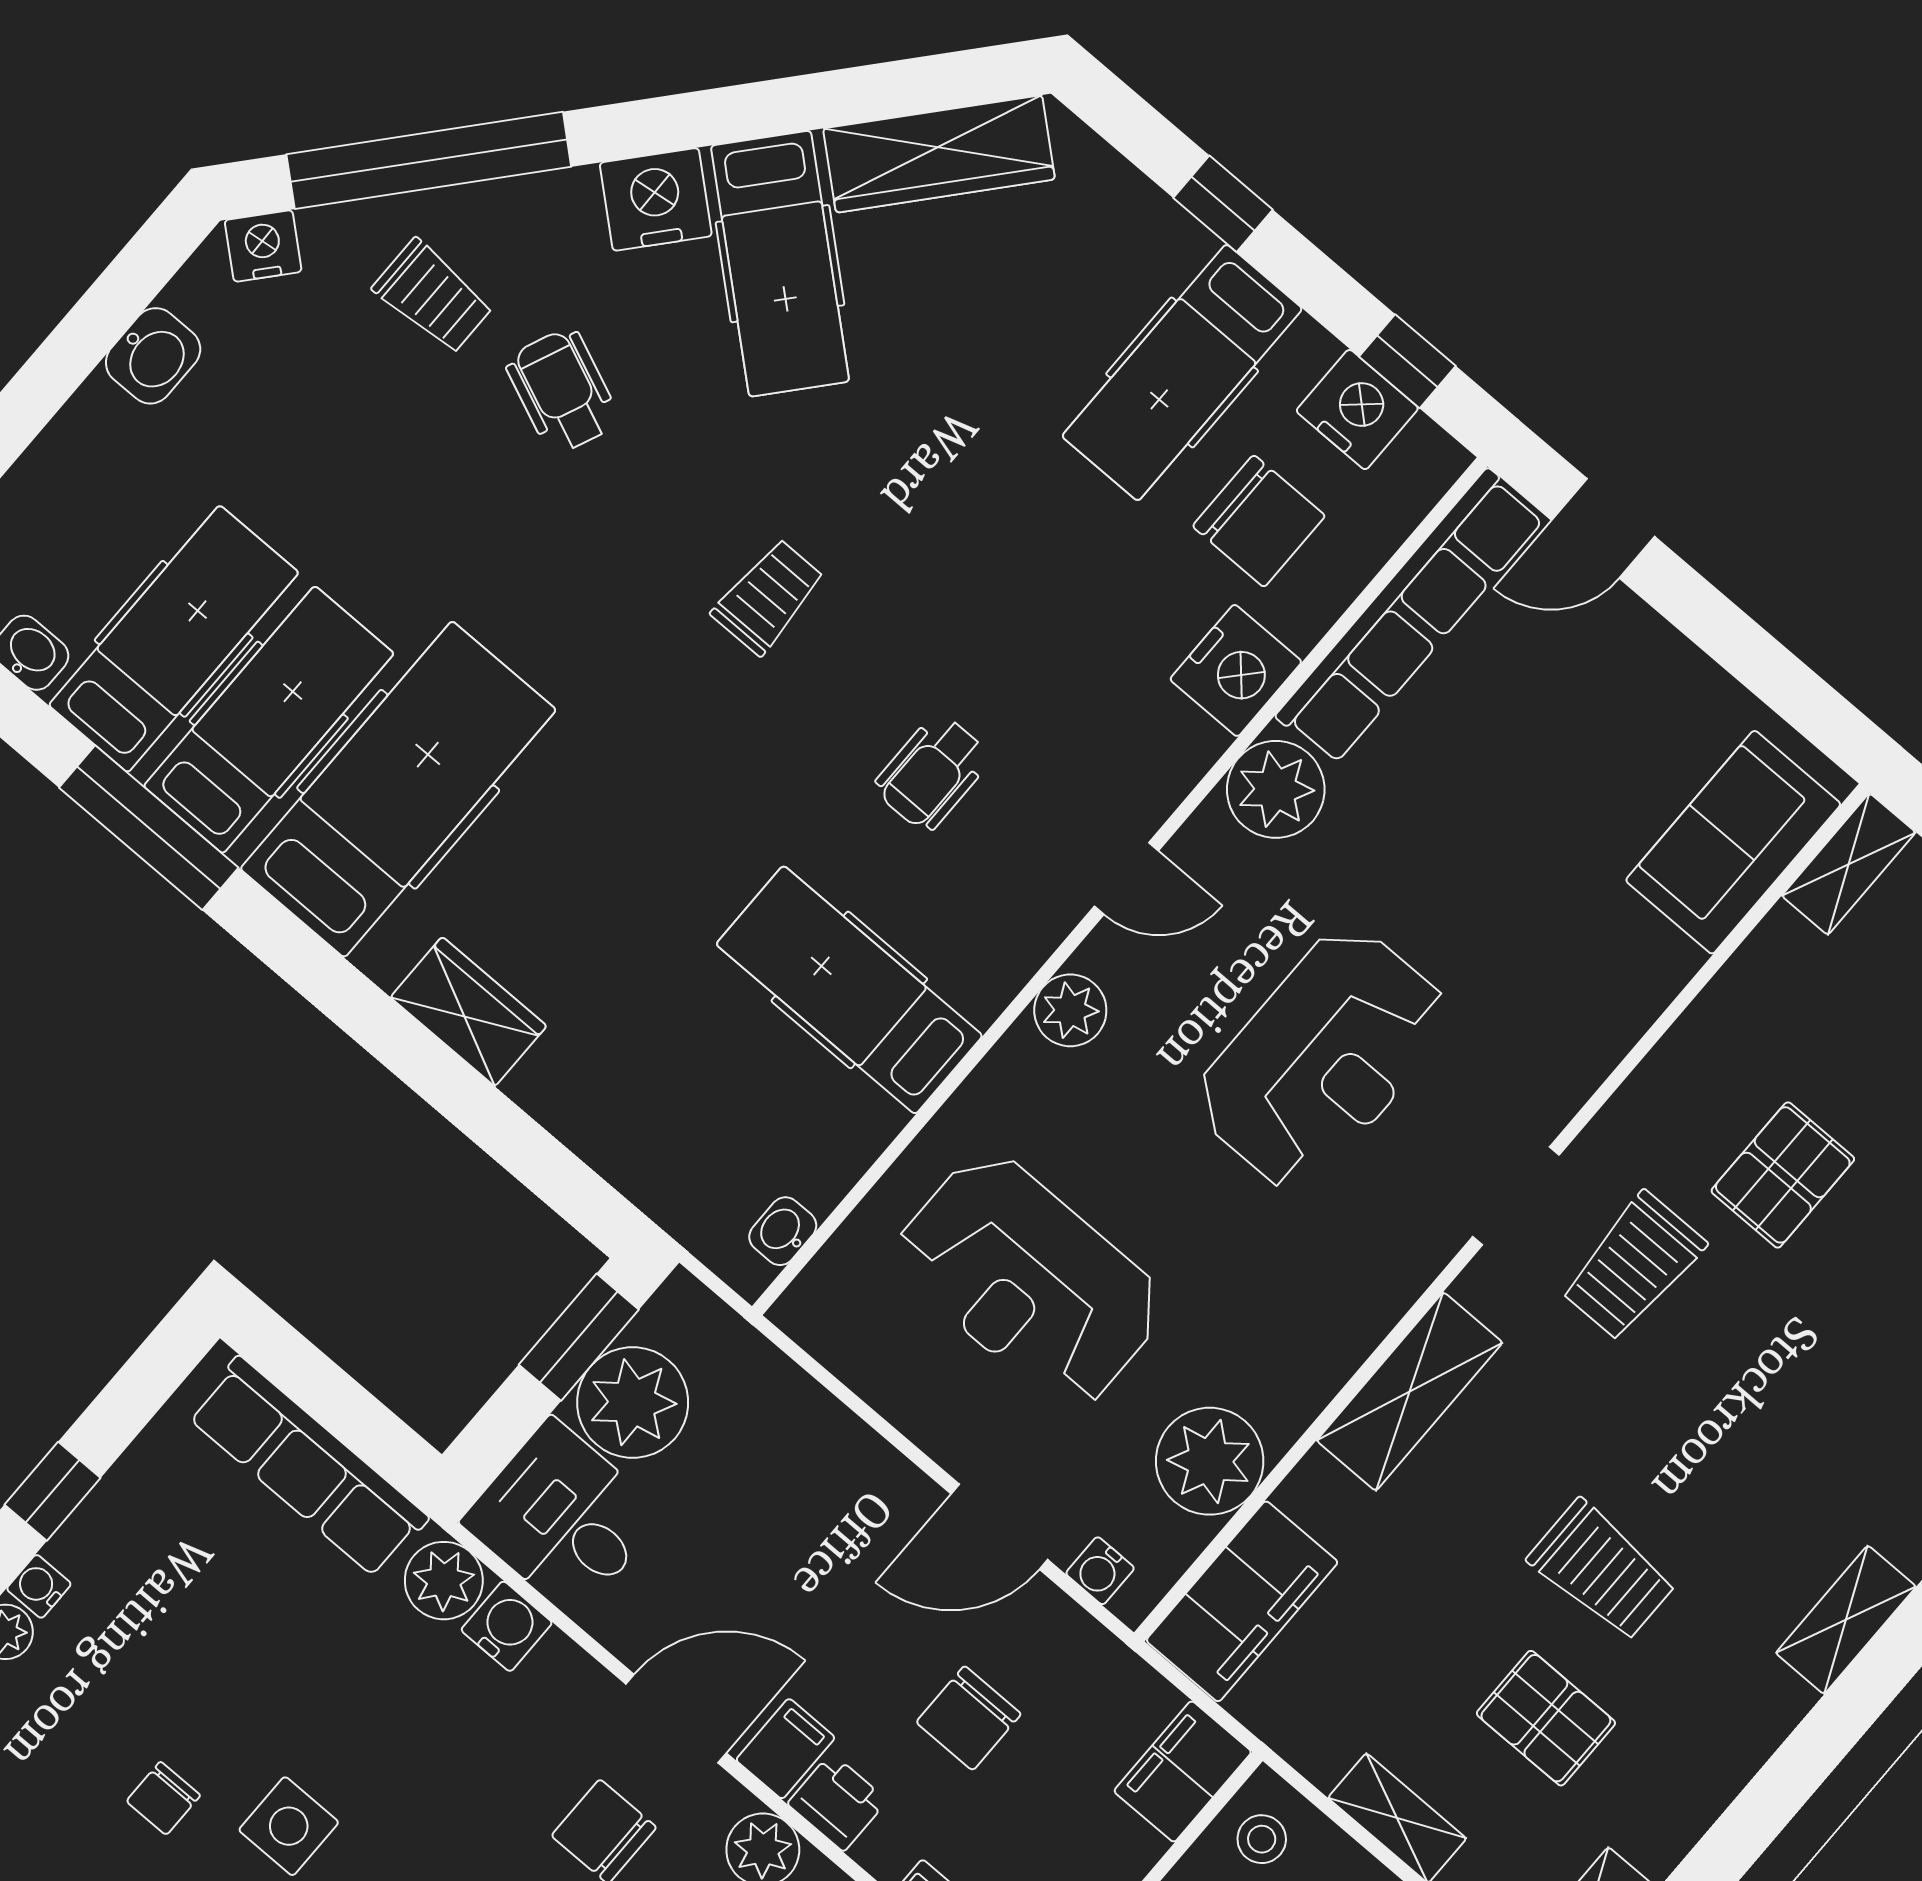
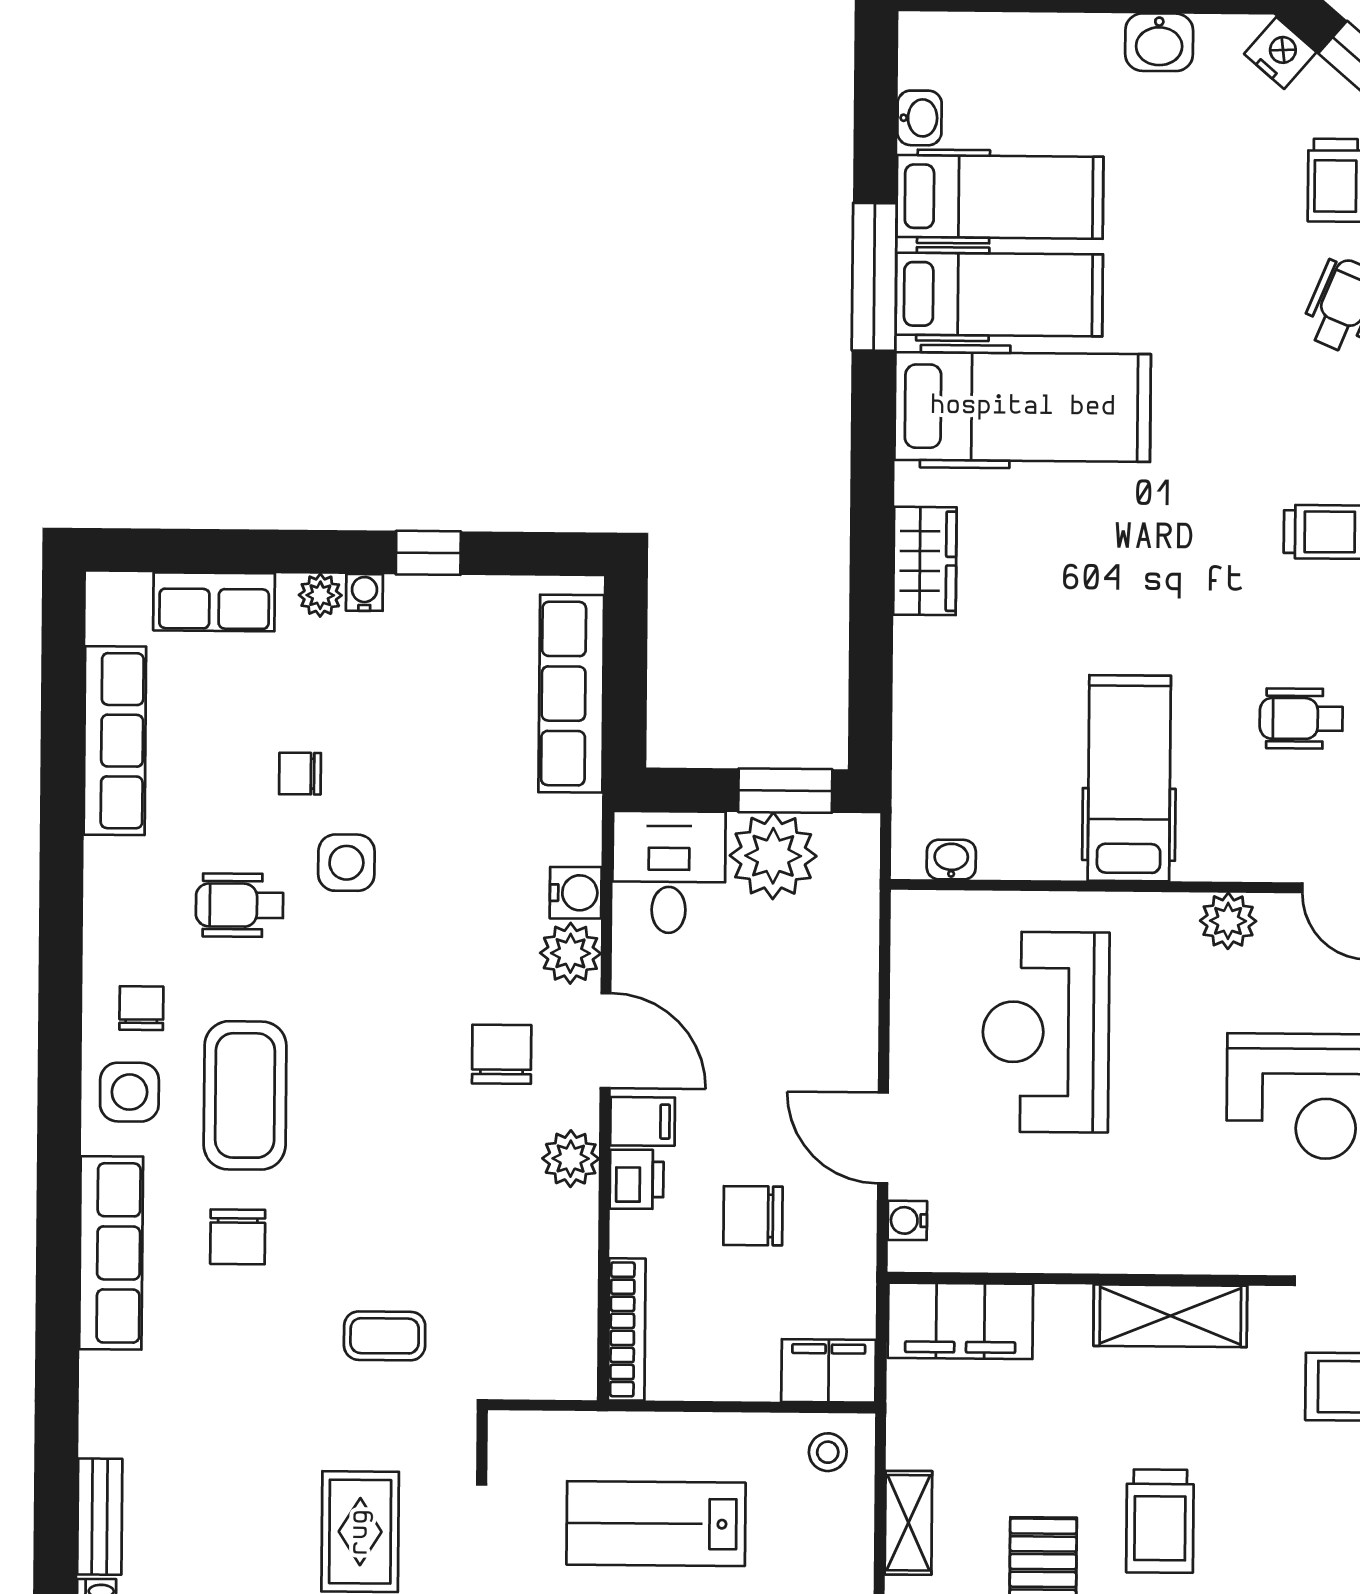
plant: (1210, 1461) -> (1028, 1231), removed
plant: (444, 1581) -> (570, 953), moved

